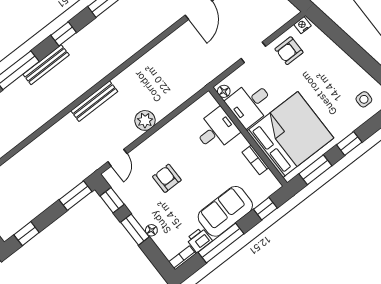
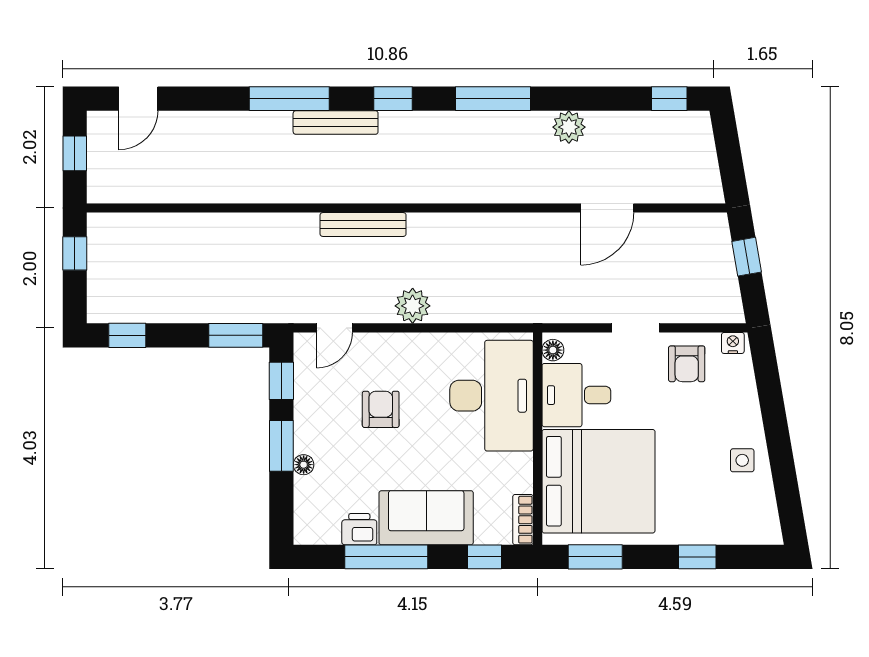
armchair: (289, 51) -> (687, 364), turned -90
side table: (364, 99) -> (742, 460), moved
desk: (216, 130) -> (491, 396), width x1.87, depth x1.30
window: (349, 144) -> (697, 557), moved
bookcase: (255, 160) -> (523, 520), moved
bookcase: (182, 258) -> (317, 536), removed

